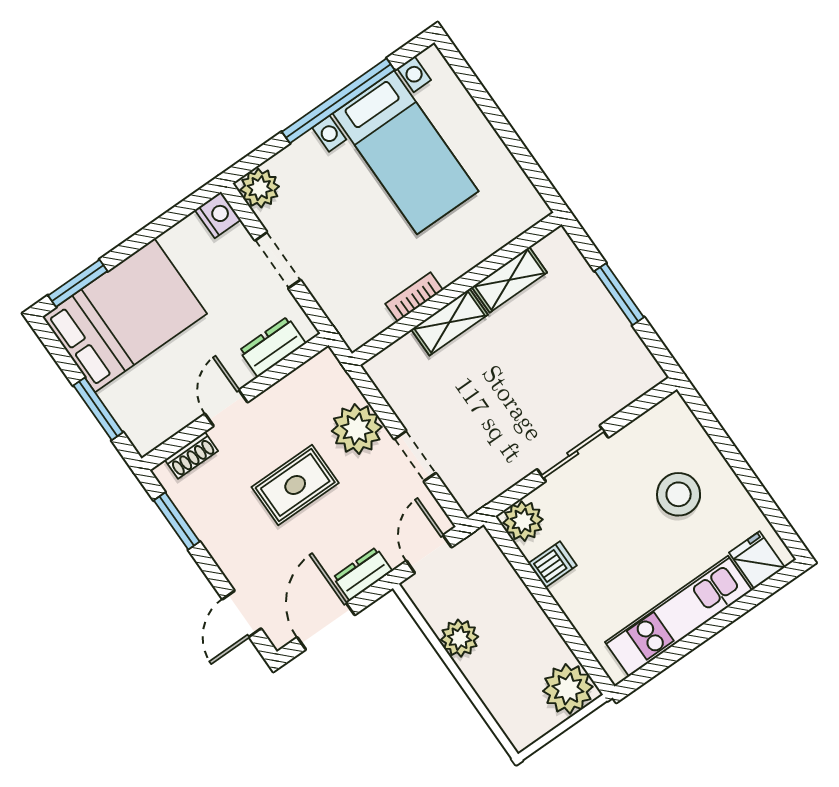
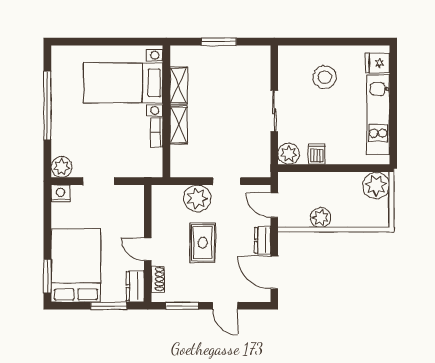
bed with nightstands: (406, 152) -> (123, 83), moved, turned 180
dresser: (273, 347) -> (135, 286), moved
door: (242, 614) -> (225, 306), moved

